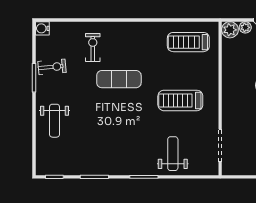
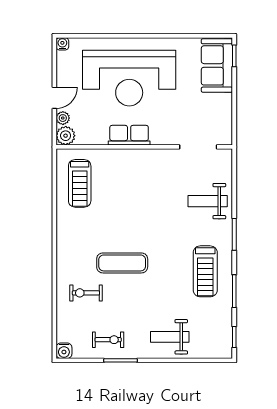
exercise bike: (52, 67) -> (108, 340), turned 95
exercise mat: (119, 79) -> (122, 263), turned 90
row of seats: (230, 85) -> (129, 135), added
treadmill: (180, 100) -> (205, 271), moved
weight bench: (55, 121) -> (170, 337), turned 180

